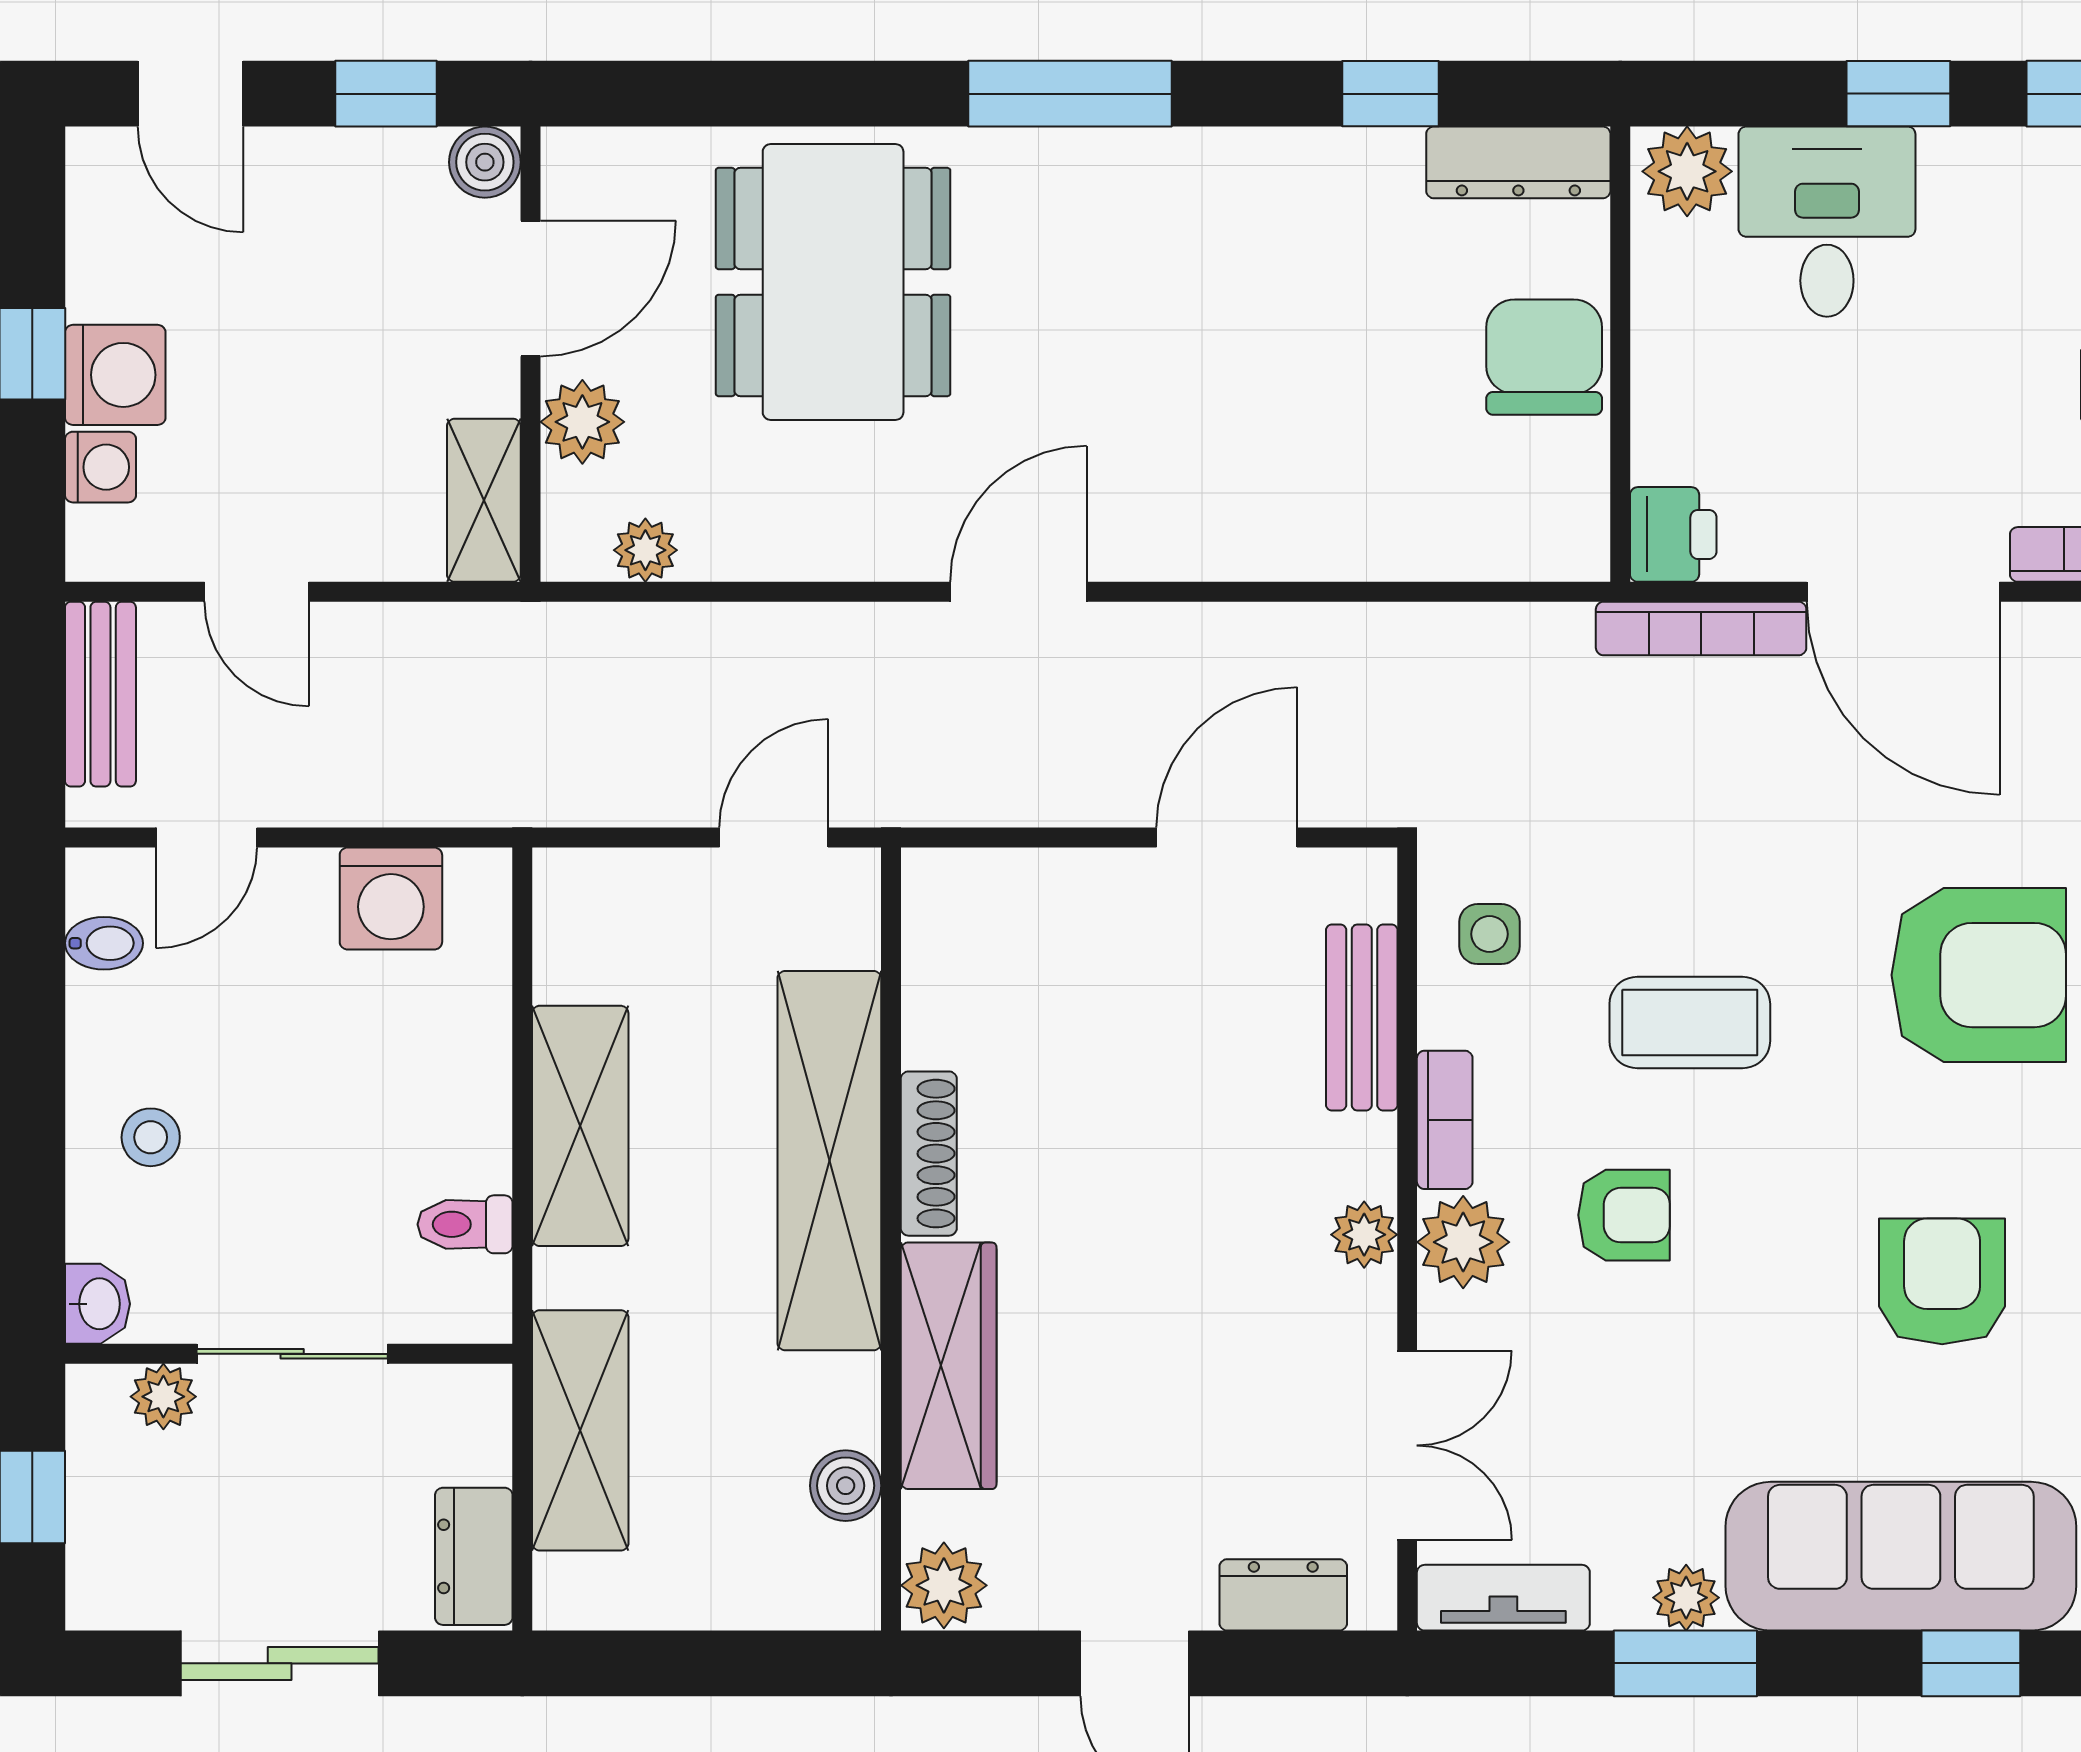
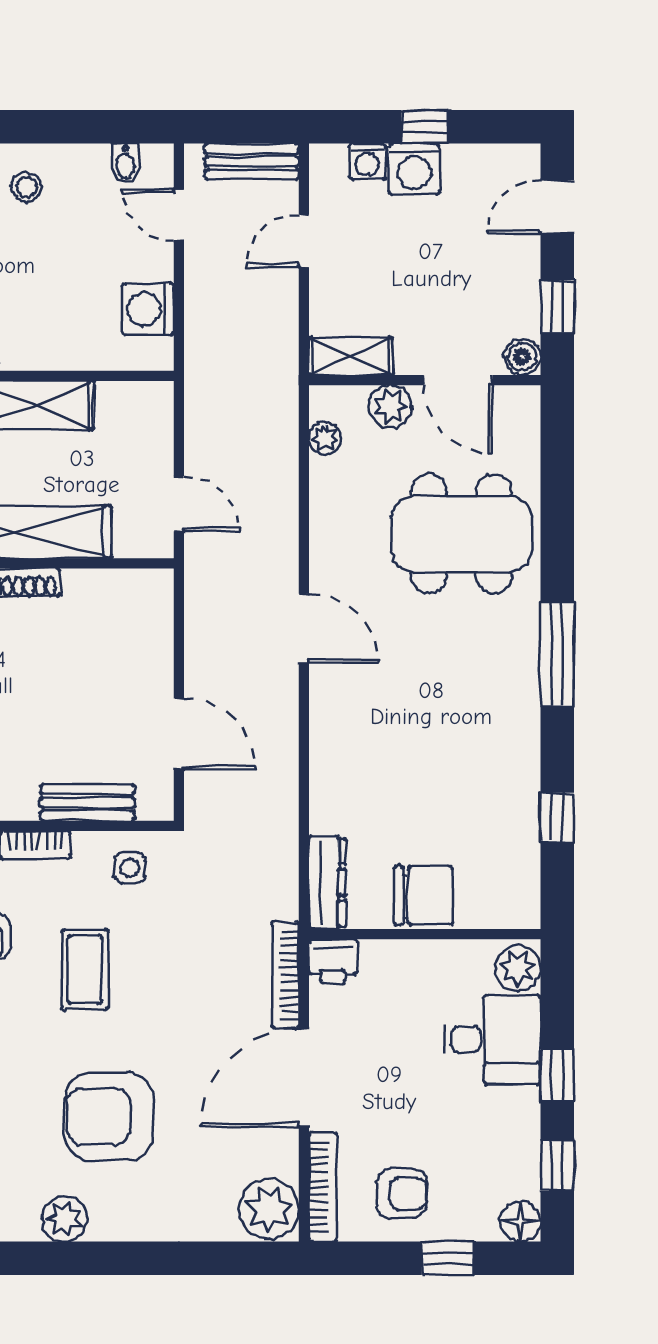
dresser: (1518, 162) -> (327, 882), moved, turned 180
armchair: (1979, 975) -> (109, 1116), turned 90

